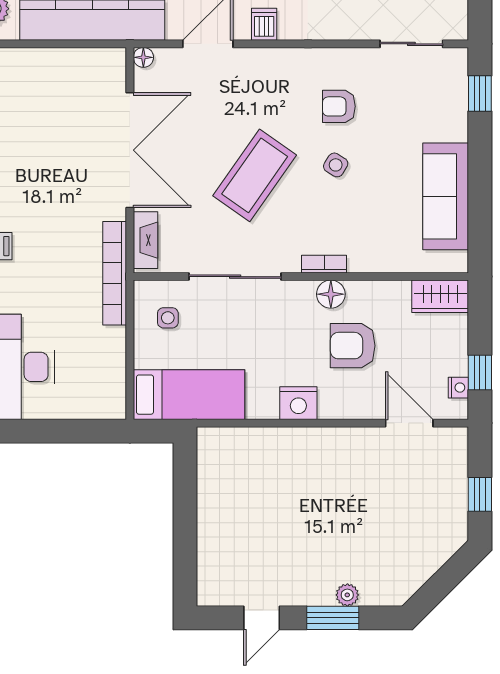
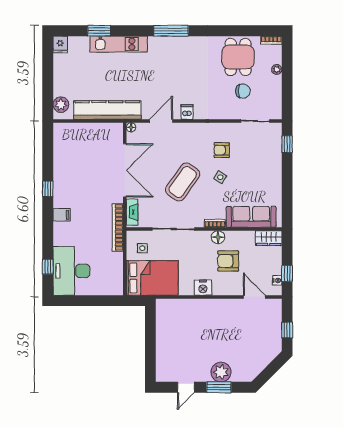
sofa: (446, 196) -> (251, 217), moved, turned 90
bed: (189, 395) -> (152, 278), width x1.50
plant: (347, 595) -> (221, 372), width x1.88, depth x1.88

